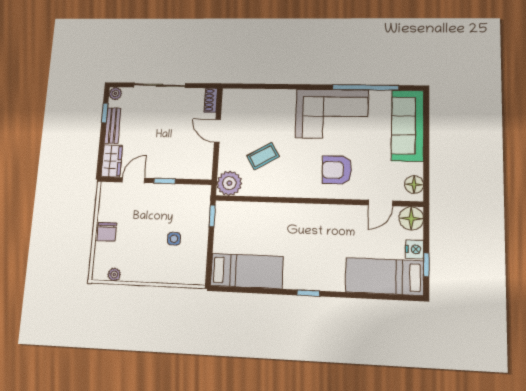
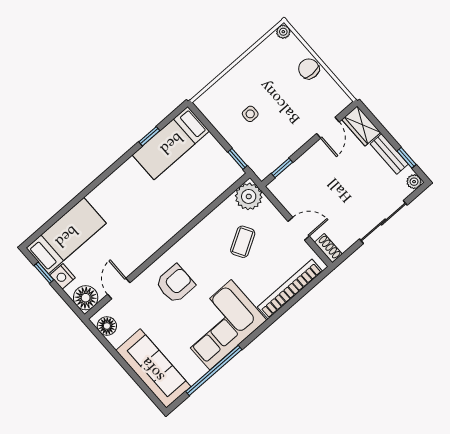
bookcase: (262, 96) -> (290, 289), added
window: (165, 181) -> (282, 168), moved
plant: (114, 274) -> (283, 32), moved
window: (308, 293) -> (149, 136), moved

